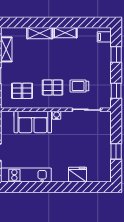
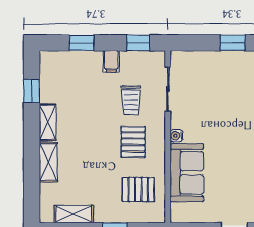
window: (85, 22) -> (32, 91), added
filing cabinet: (104, 37) -> (111, 61), moved
pallet: (22, 91) -> (138, 190), turned 90

